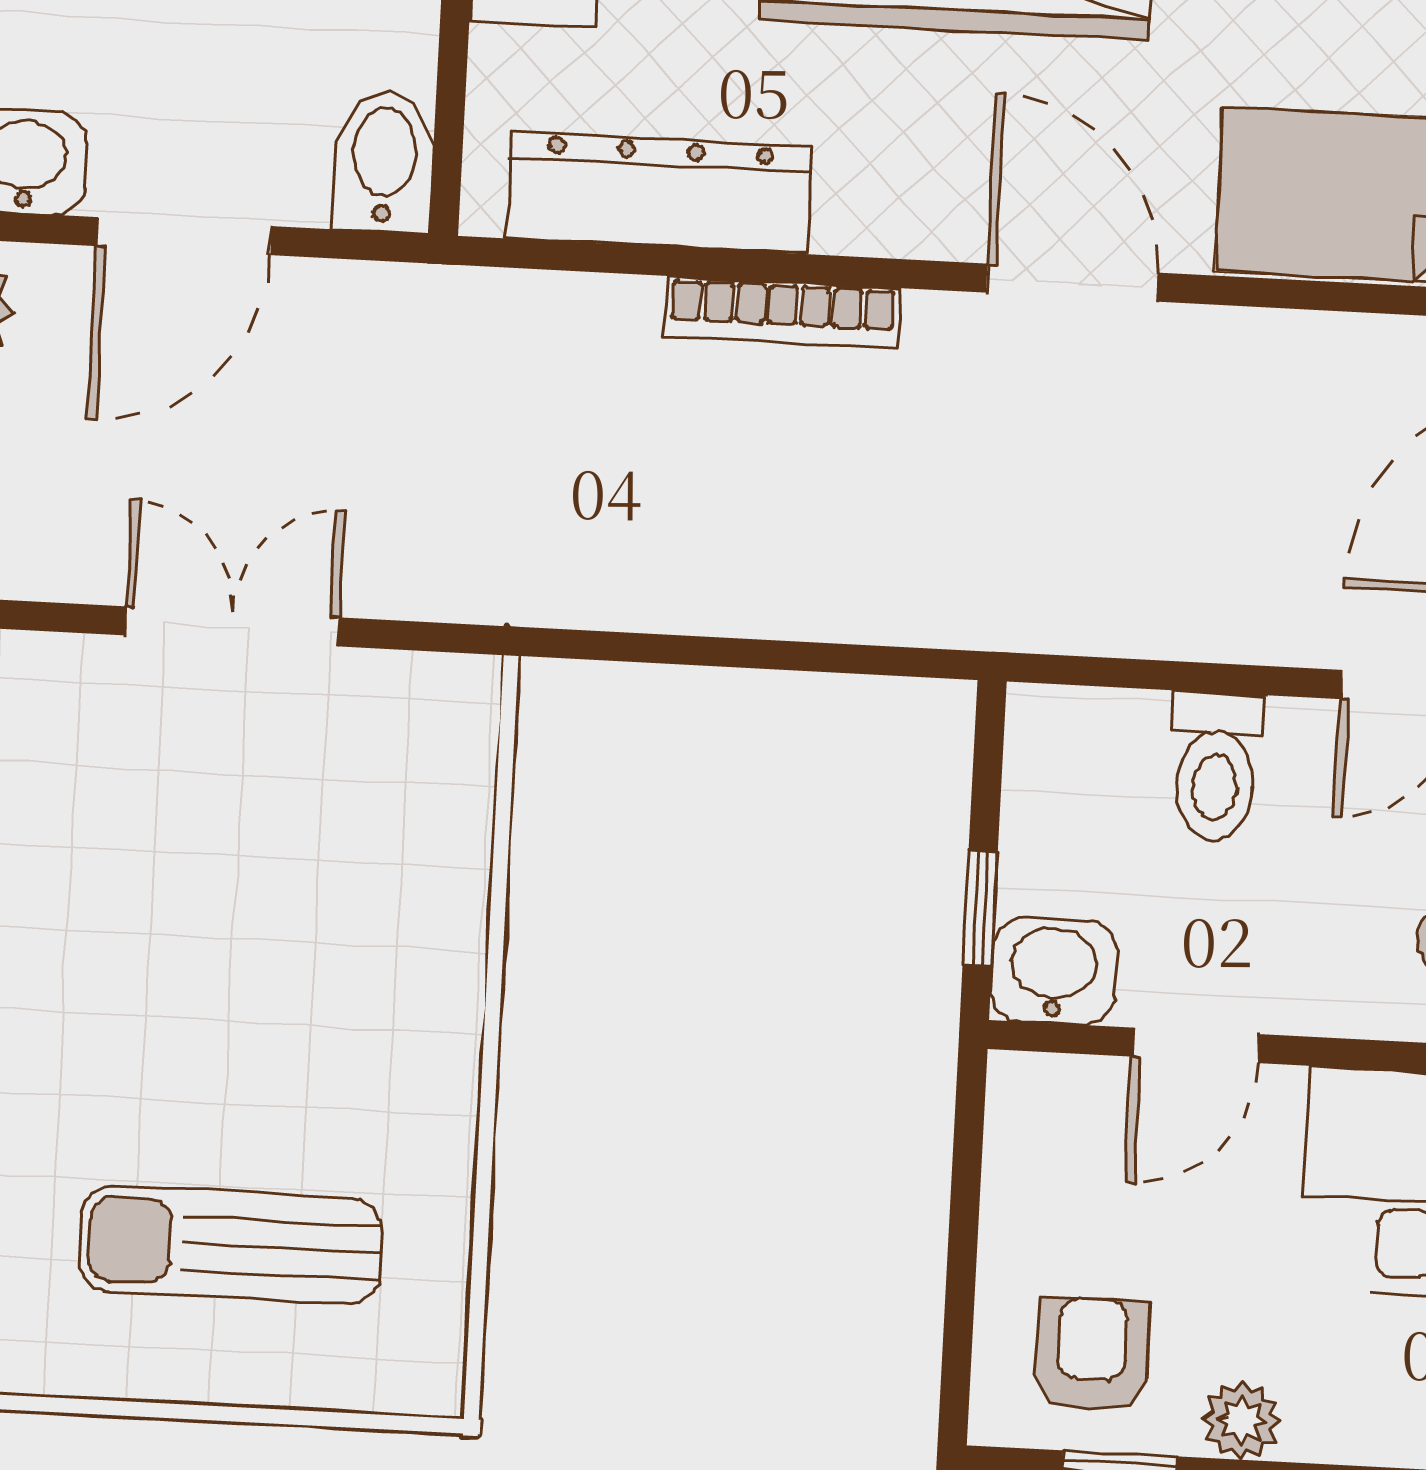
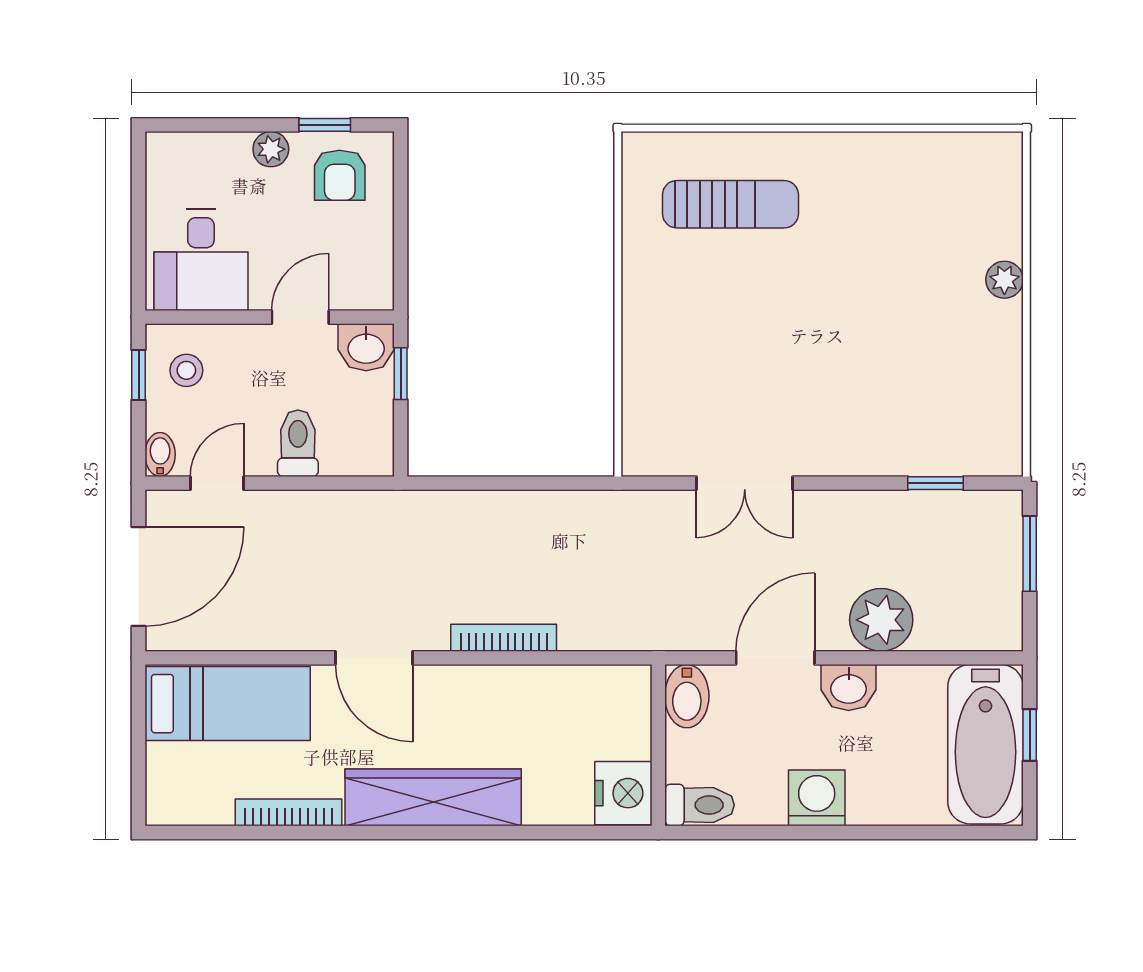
dresser: (659, 193) -> (562, 689), removed

